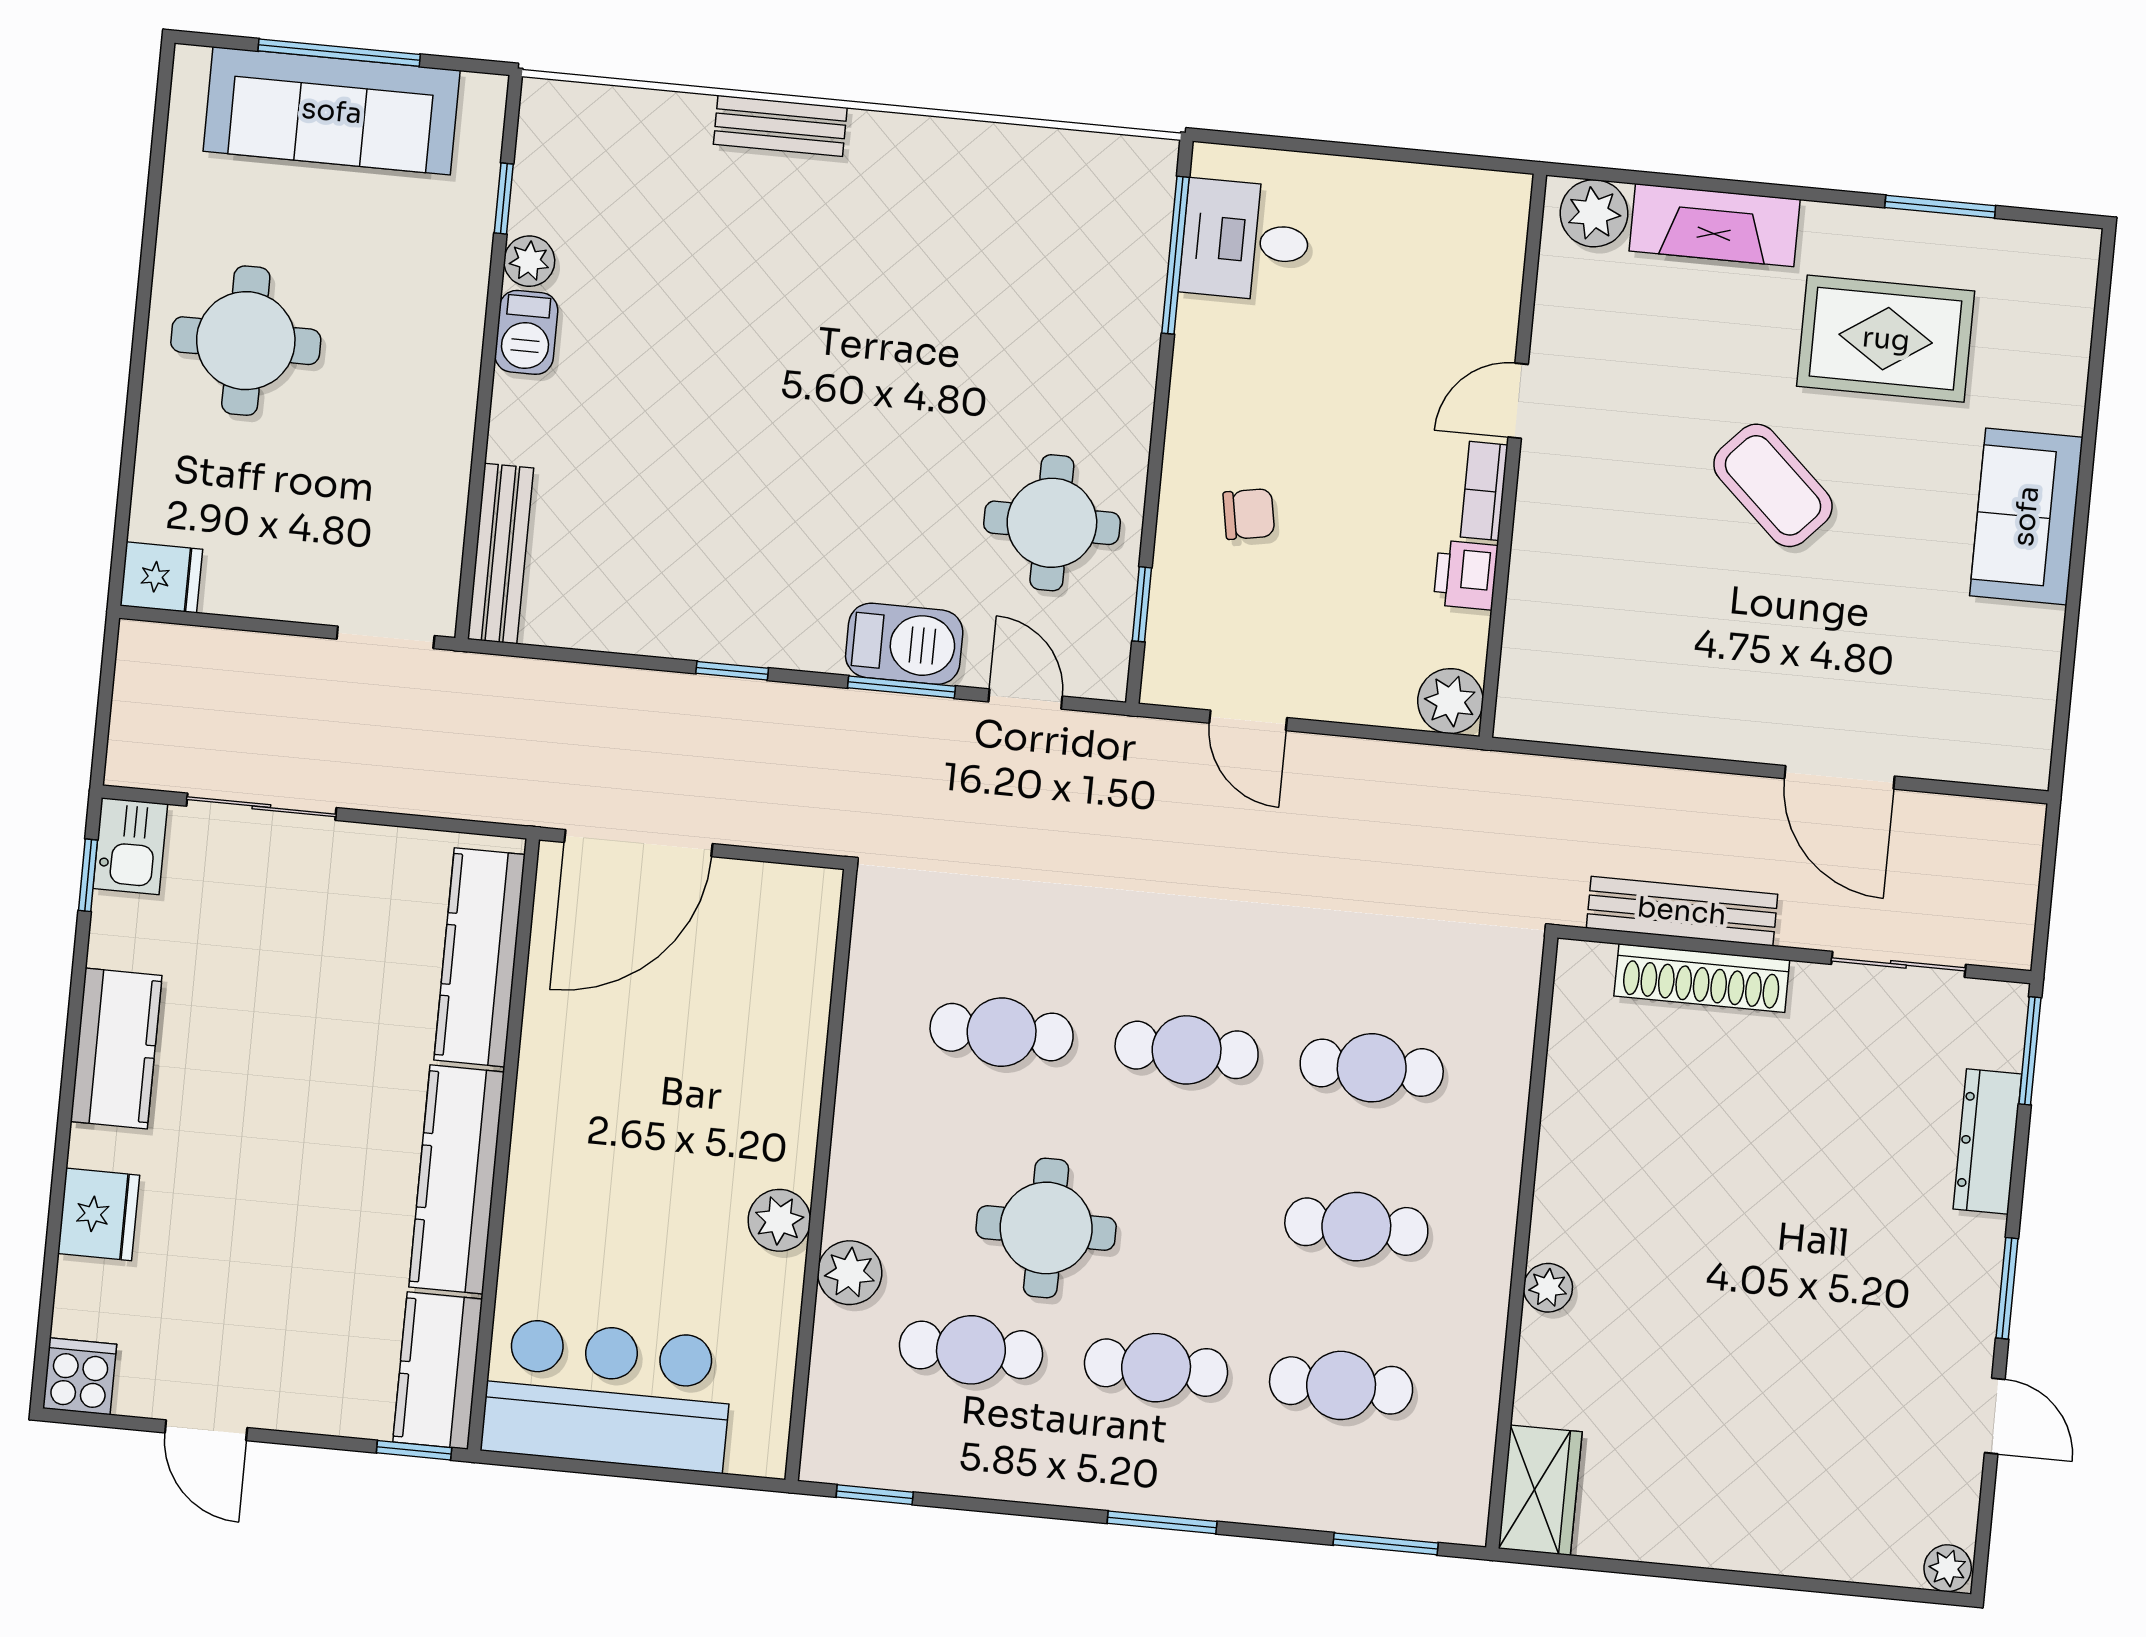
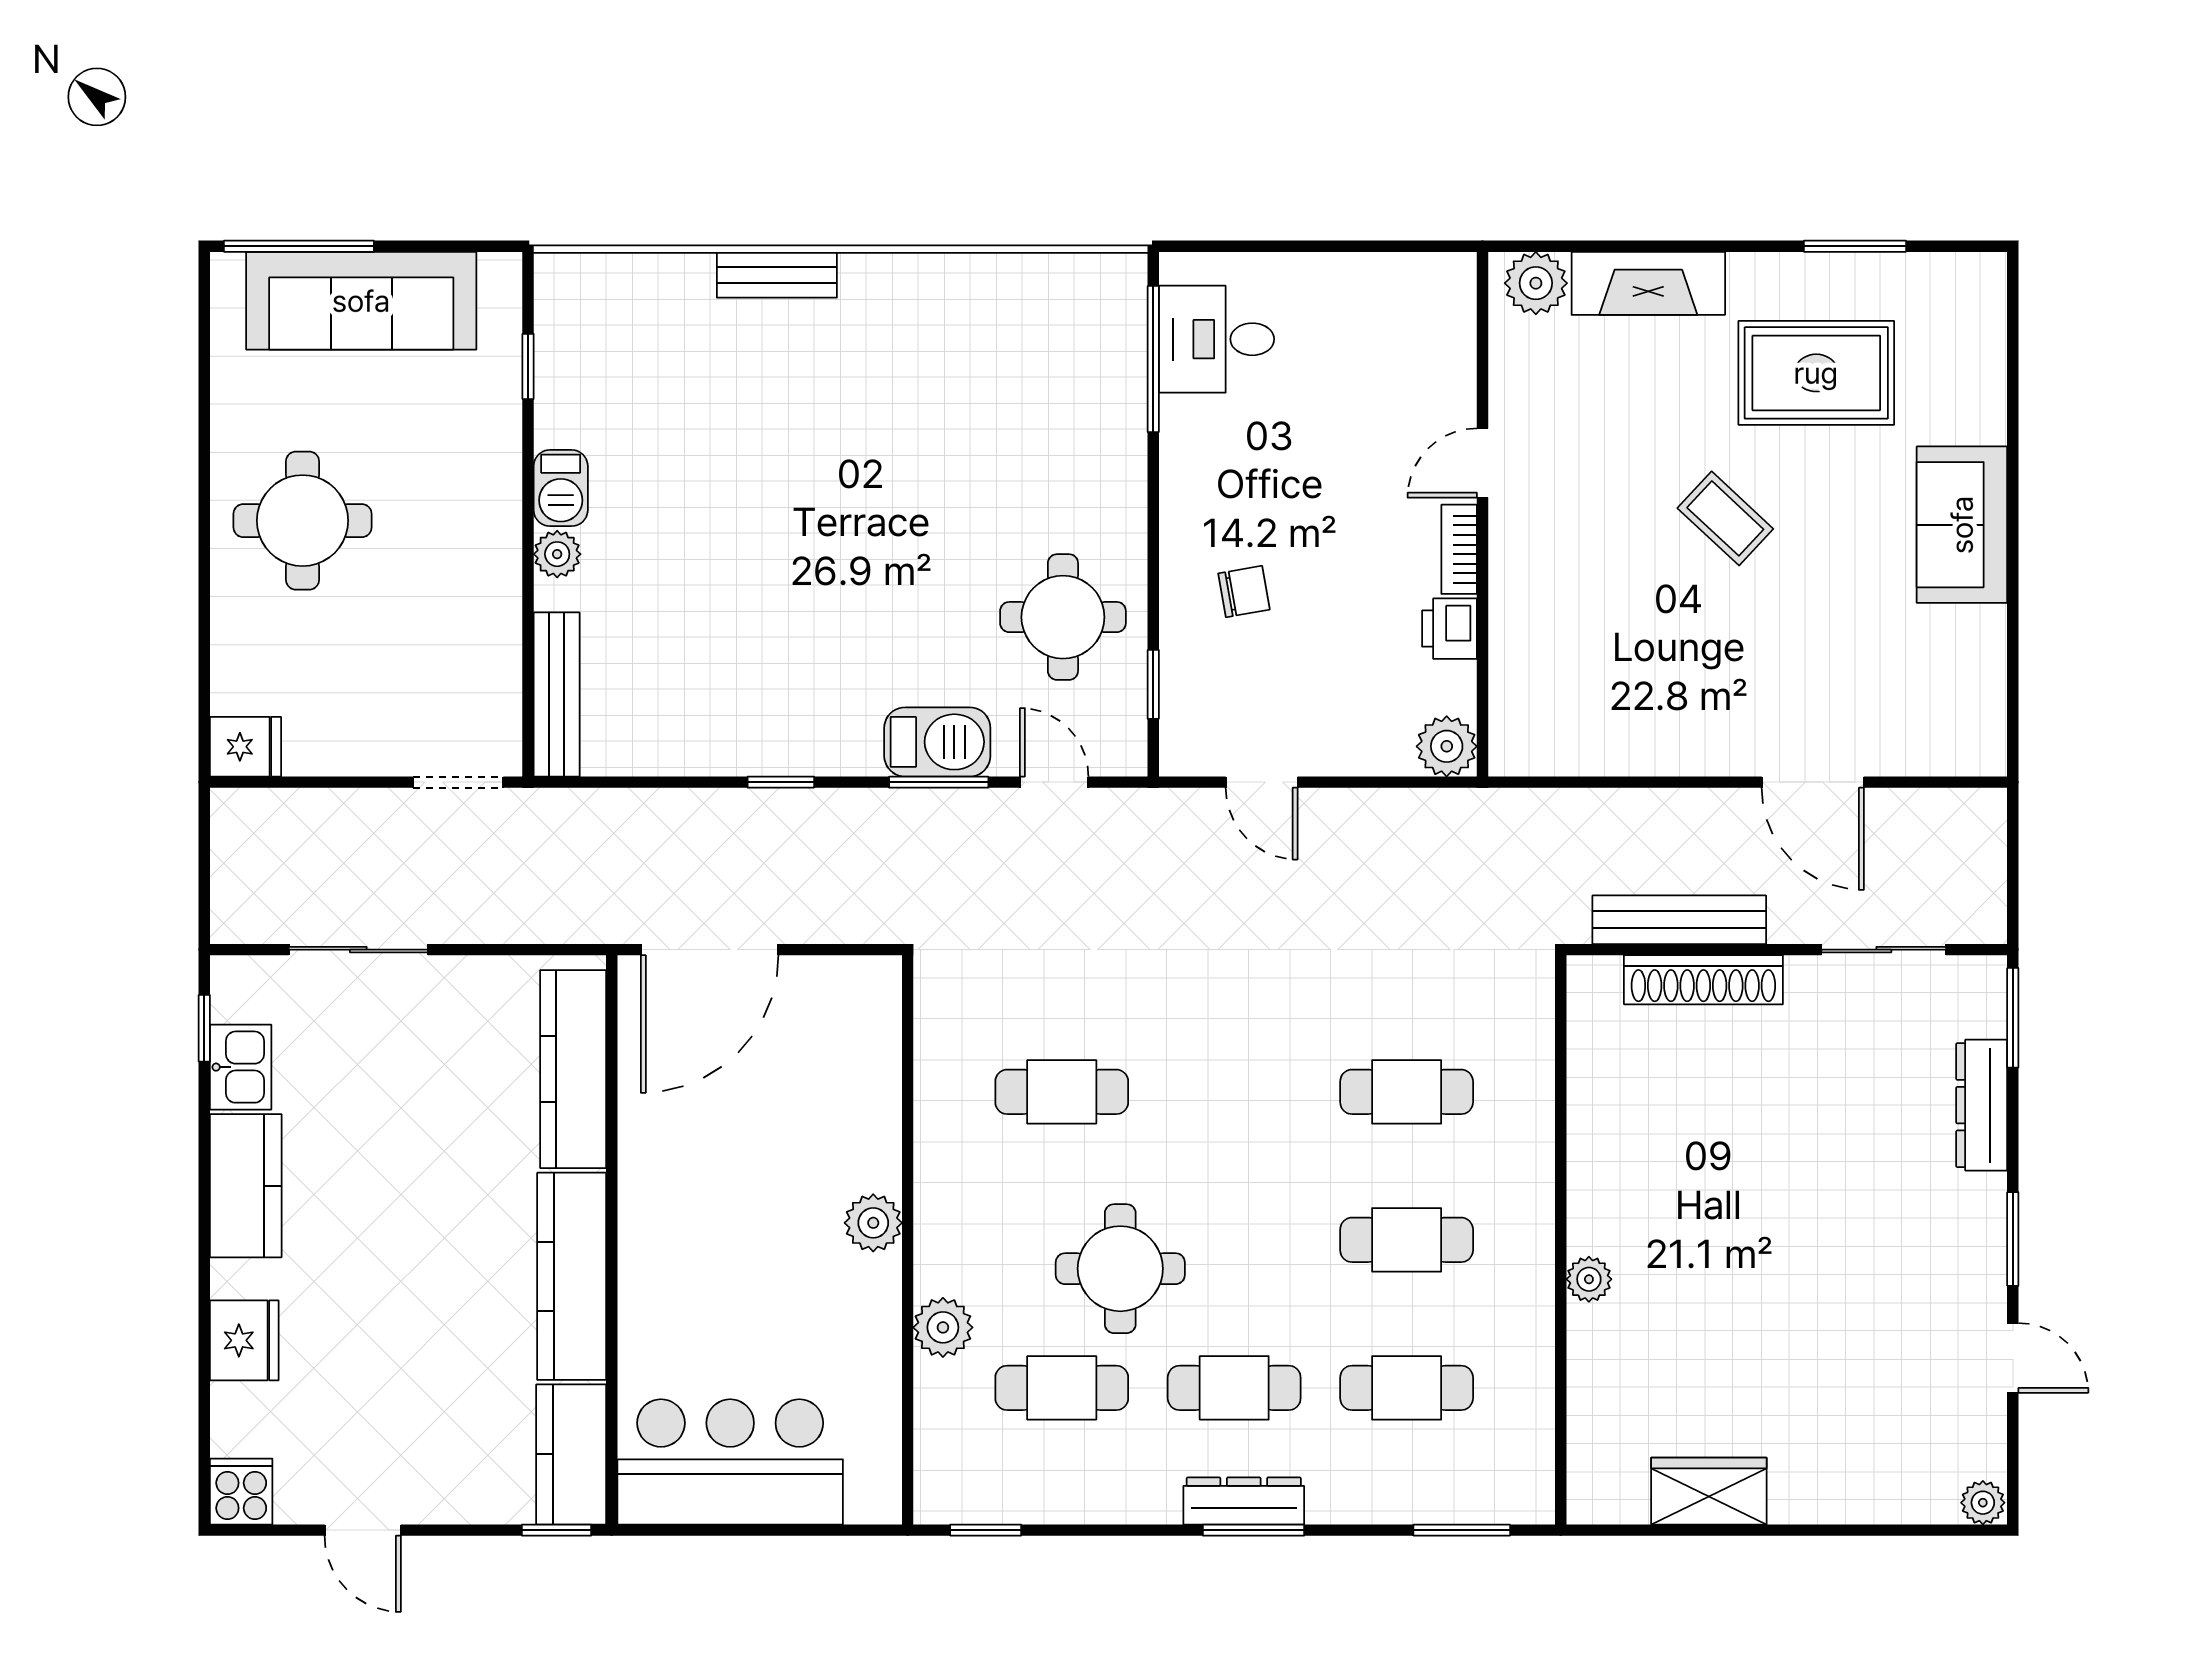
window: (339, 53) -> (299, 246), moved
plant: (529, 261) -> (557, 554), moved
coffee table: (1773, 485) -> (1725, 518), width x0.73, depth x0.77
kitchen sink: (130, 846) -> (241, 1067), moved
cafe table: (1187, 1050) -> (1234, 1092), removed
plant: (779, 1220) -> (873, 1223), moved
dresser: (1155, 1490) -> (1244, 1501), added
wardrobe: (1540, 1490) -> (1709, 1491), moved, turned -90

